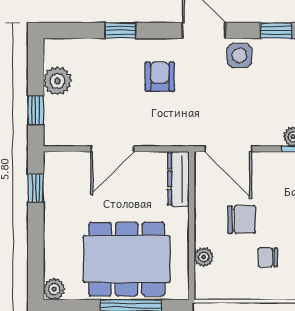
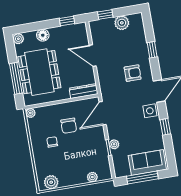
floor lamp: (55, 240) -> (43, 35), added
plant: (204, 257) -> (30, 113), moved

